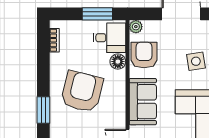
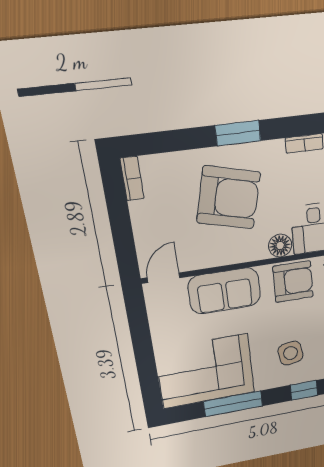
window: (43, 110) -> (238, 133), moved

